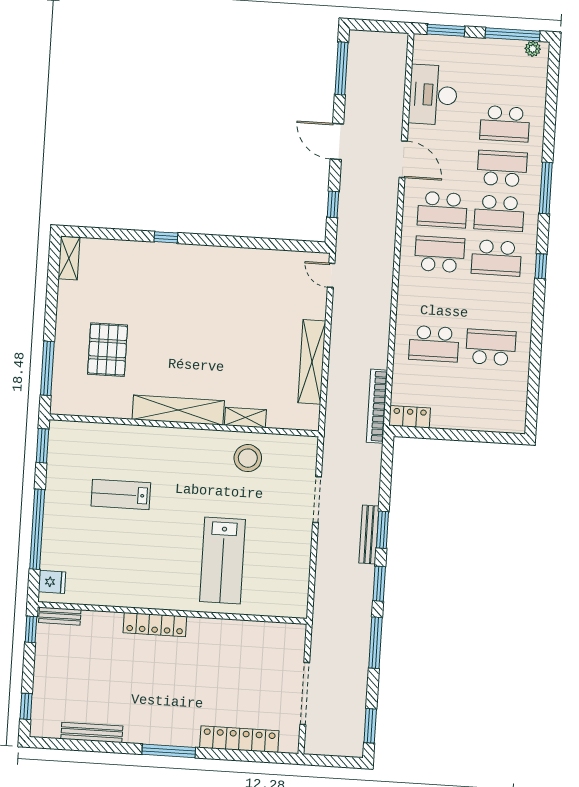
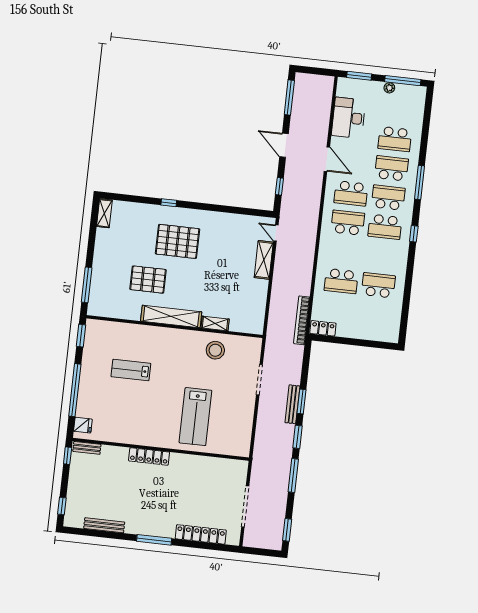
plant: (533, 49) -> (389, 88), moved
school desk: (499, 213) -> (388, 198), turned 180
pallet: (182, 295) -> (178, 241), added
pallet: (108, 350) -> (148, 280), moved, turned 90
shelving: (312, 362) -> (264, 260), moved, width x0.68

